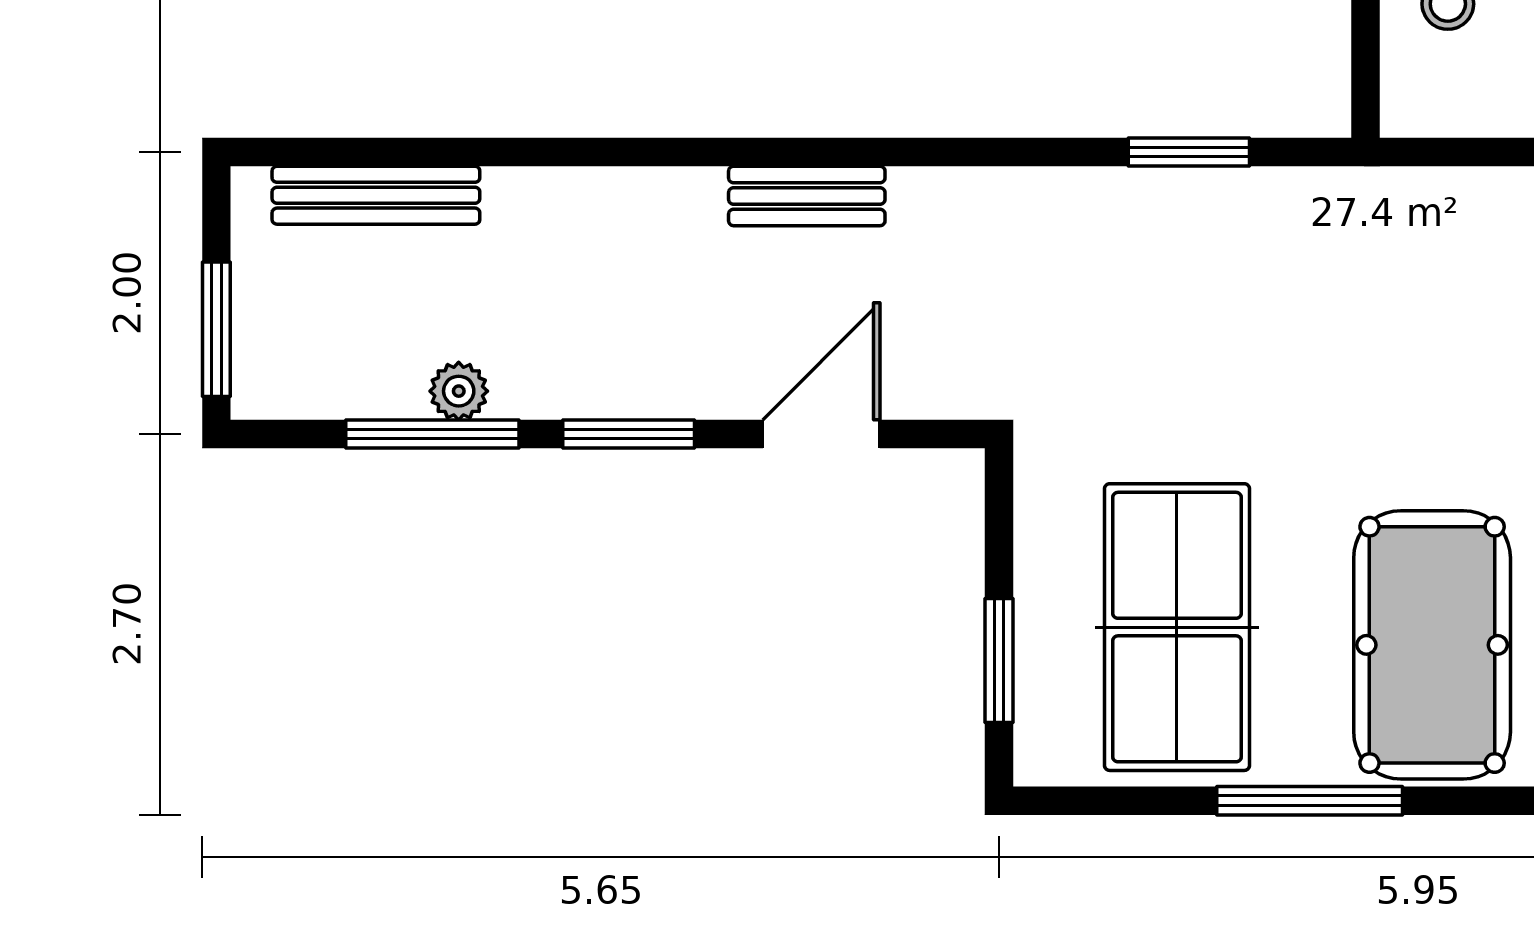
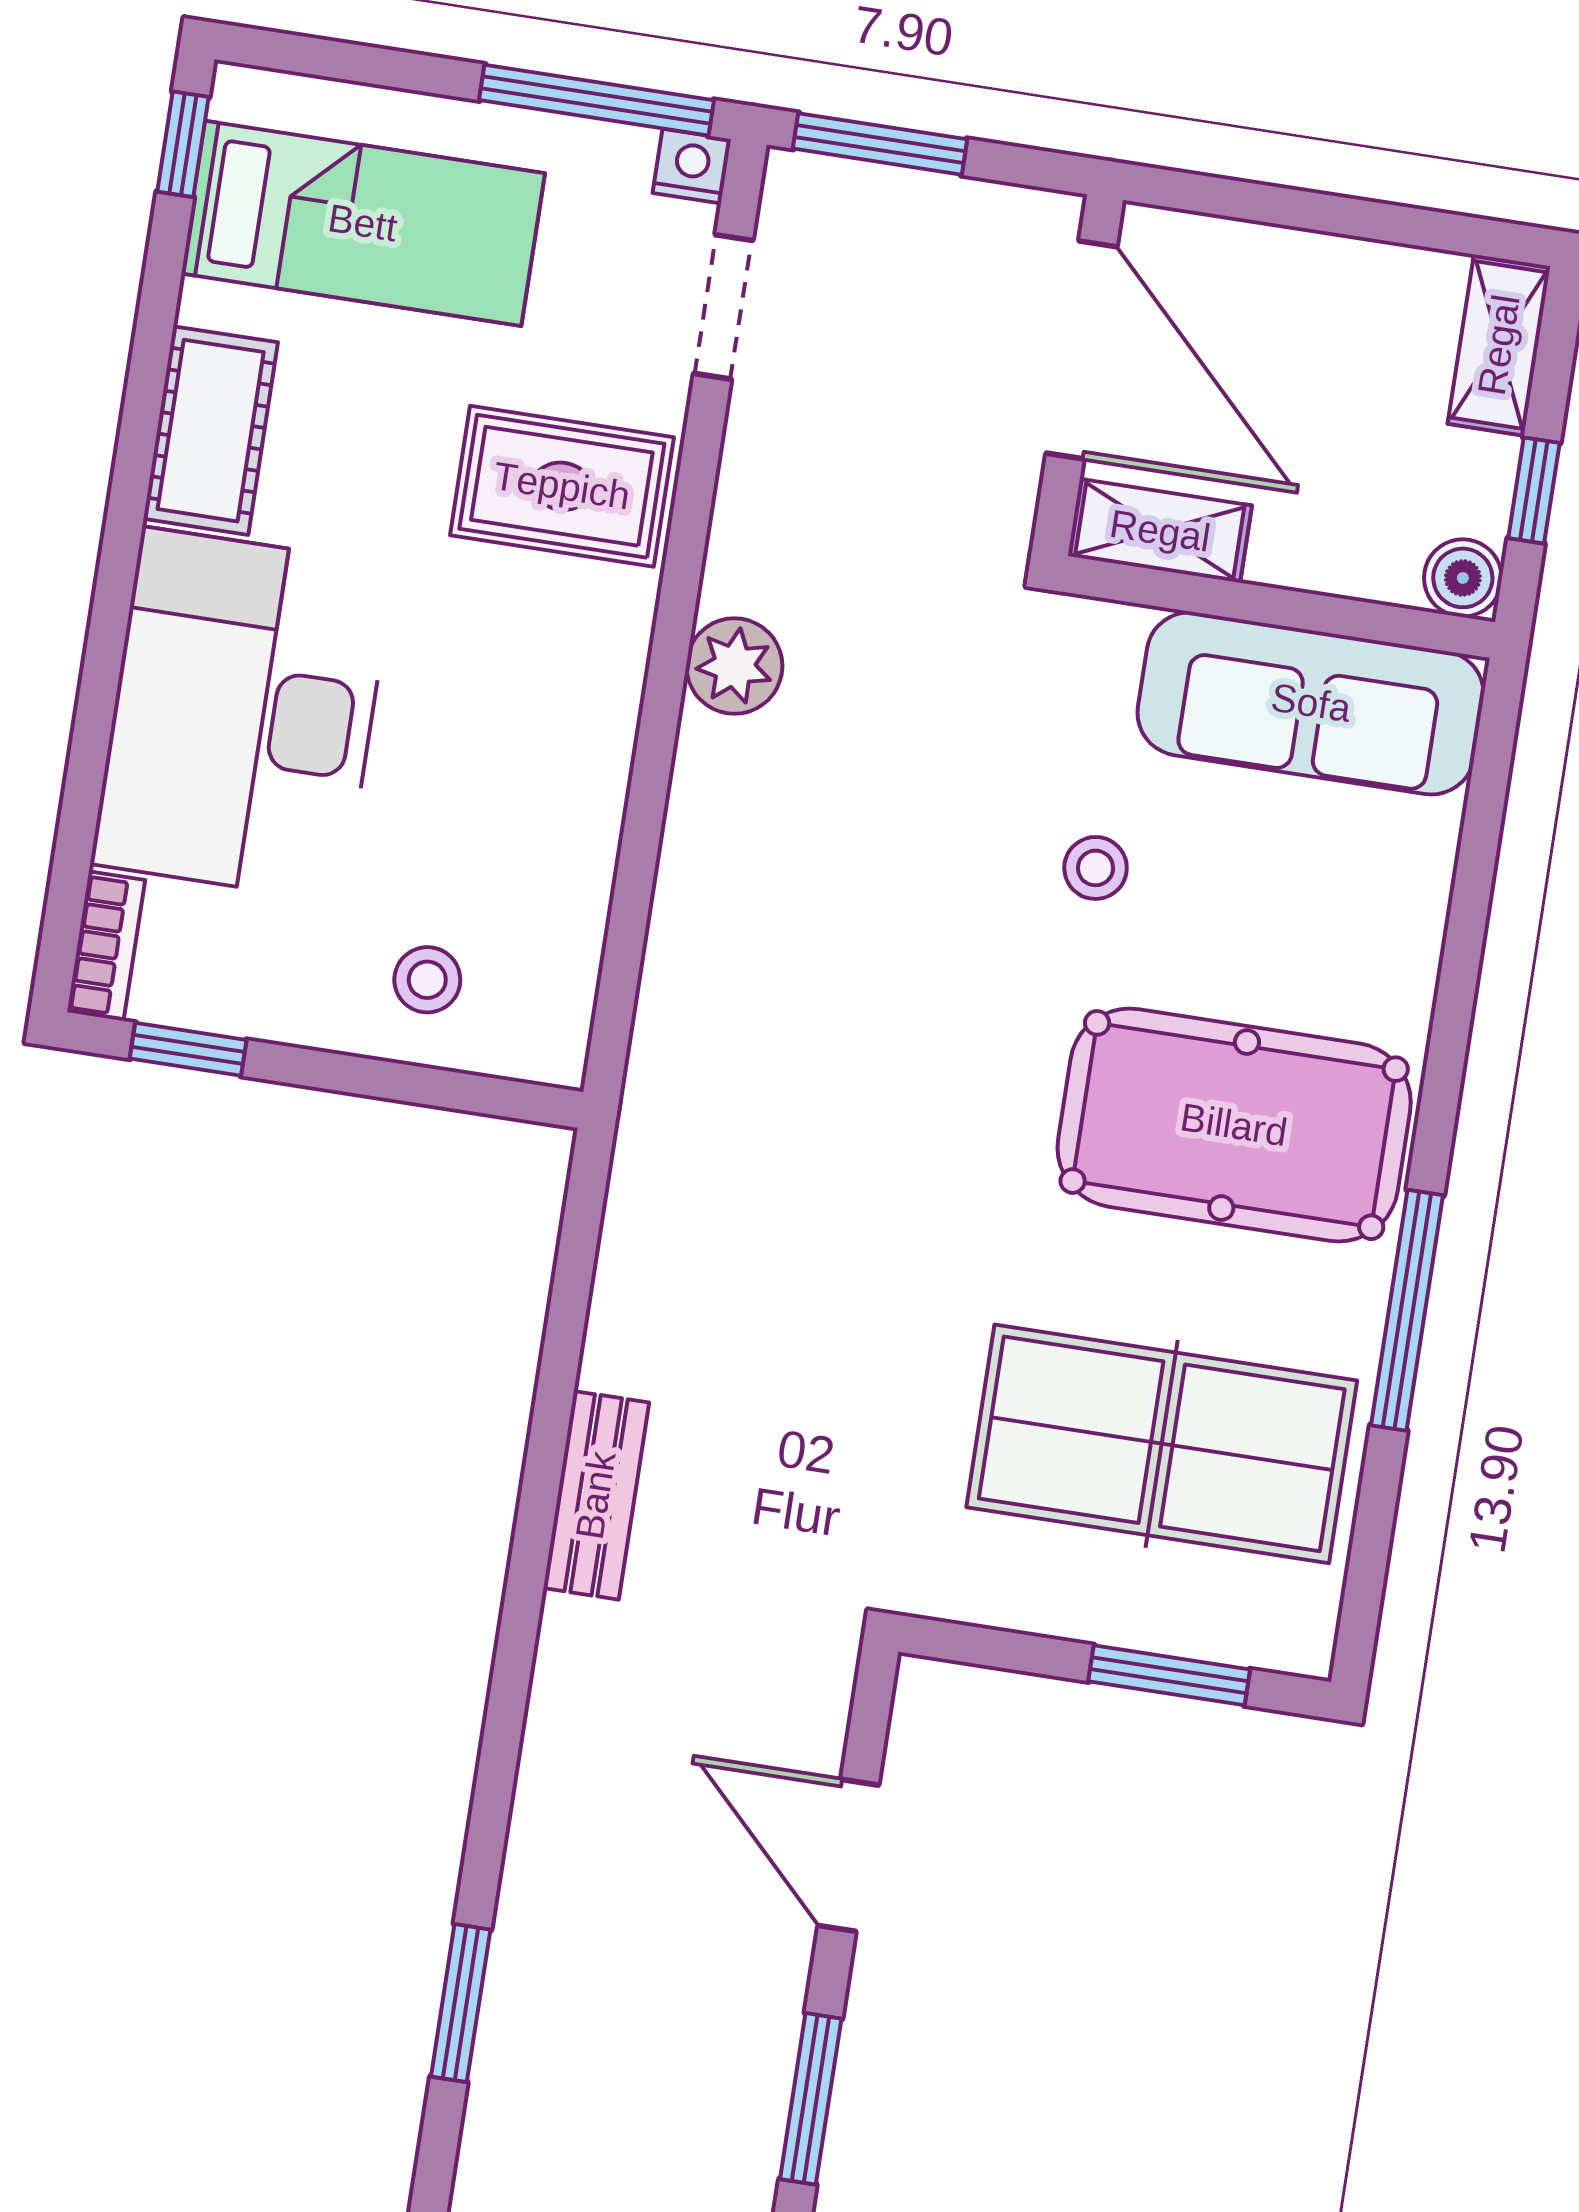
window: (1189, 152) -> (461, 2003), moved
bench: (807, 196) -> (596, 1495), moved

